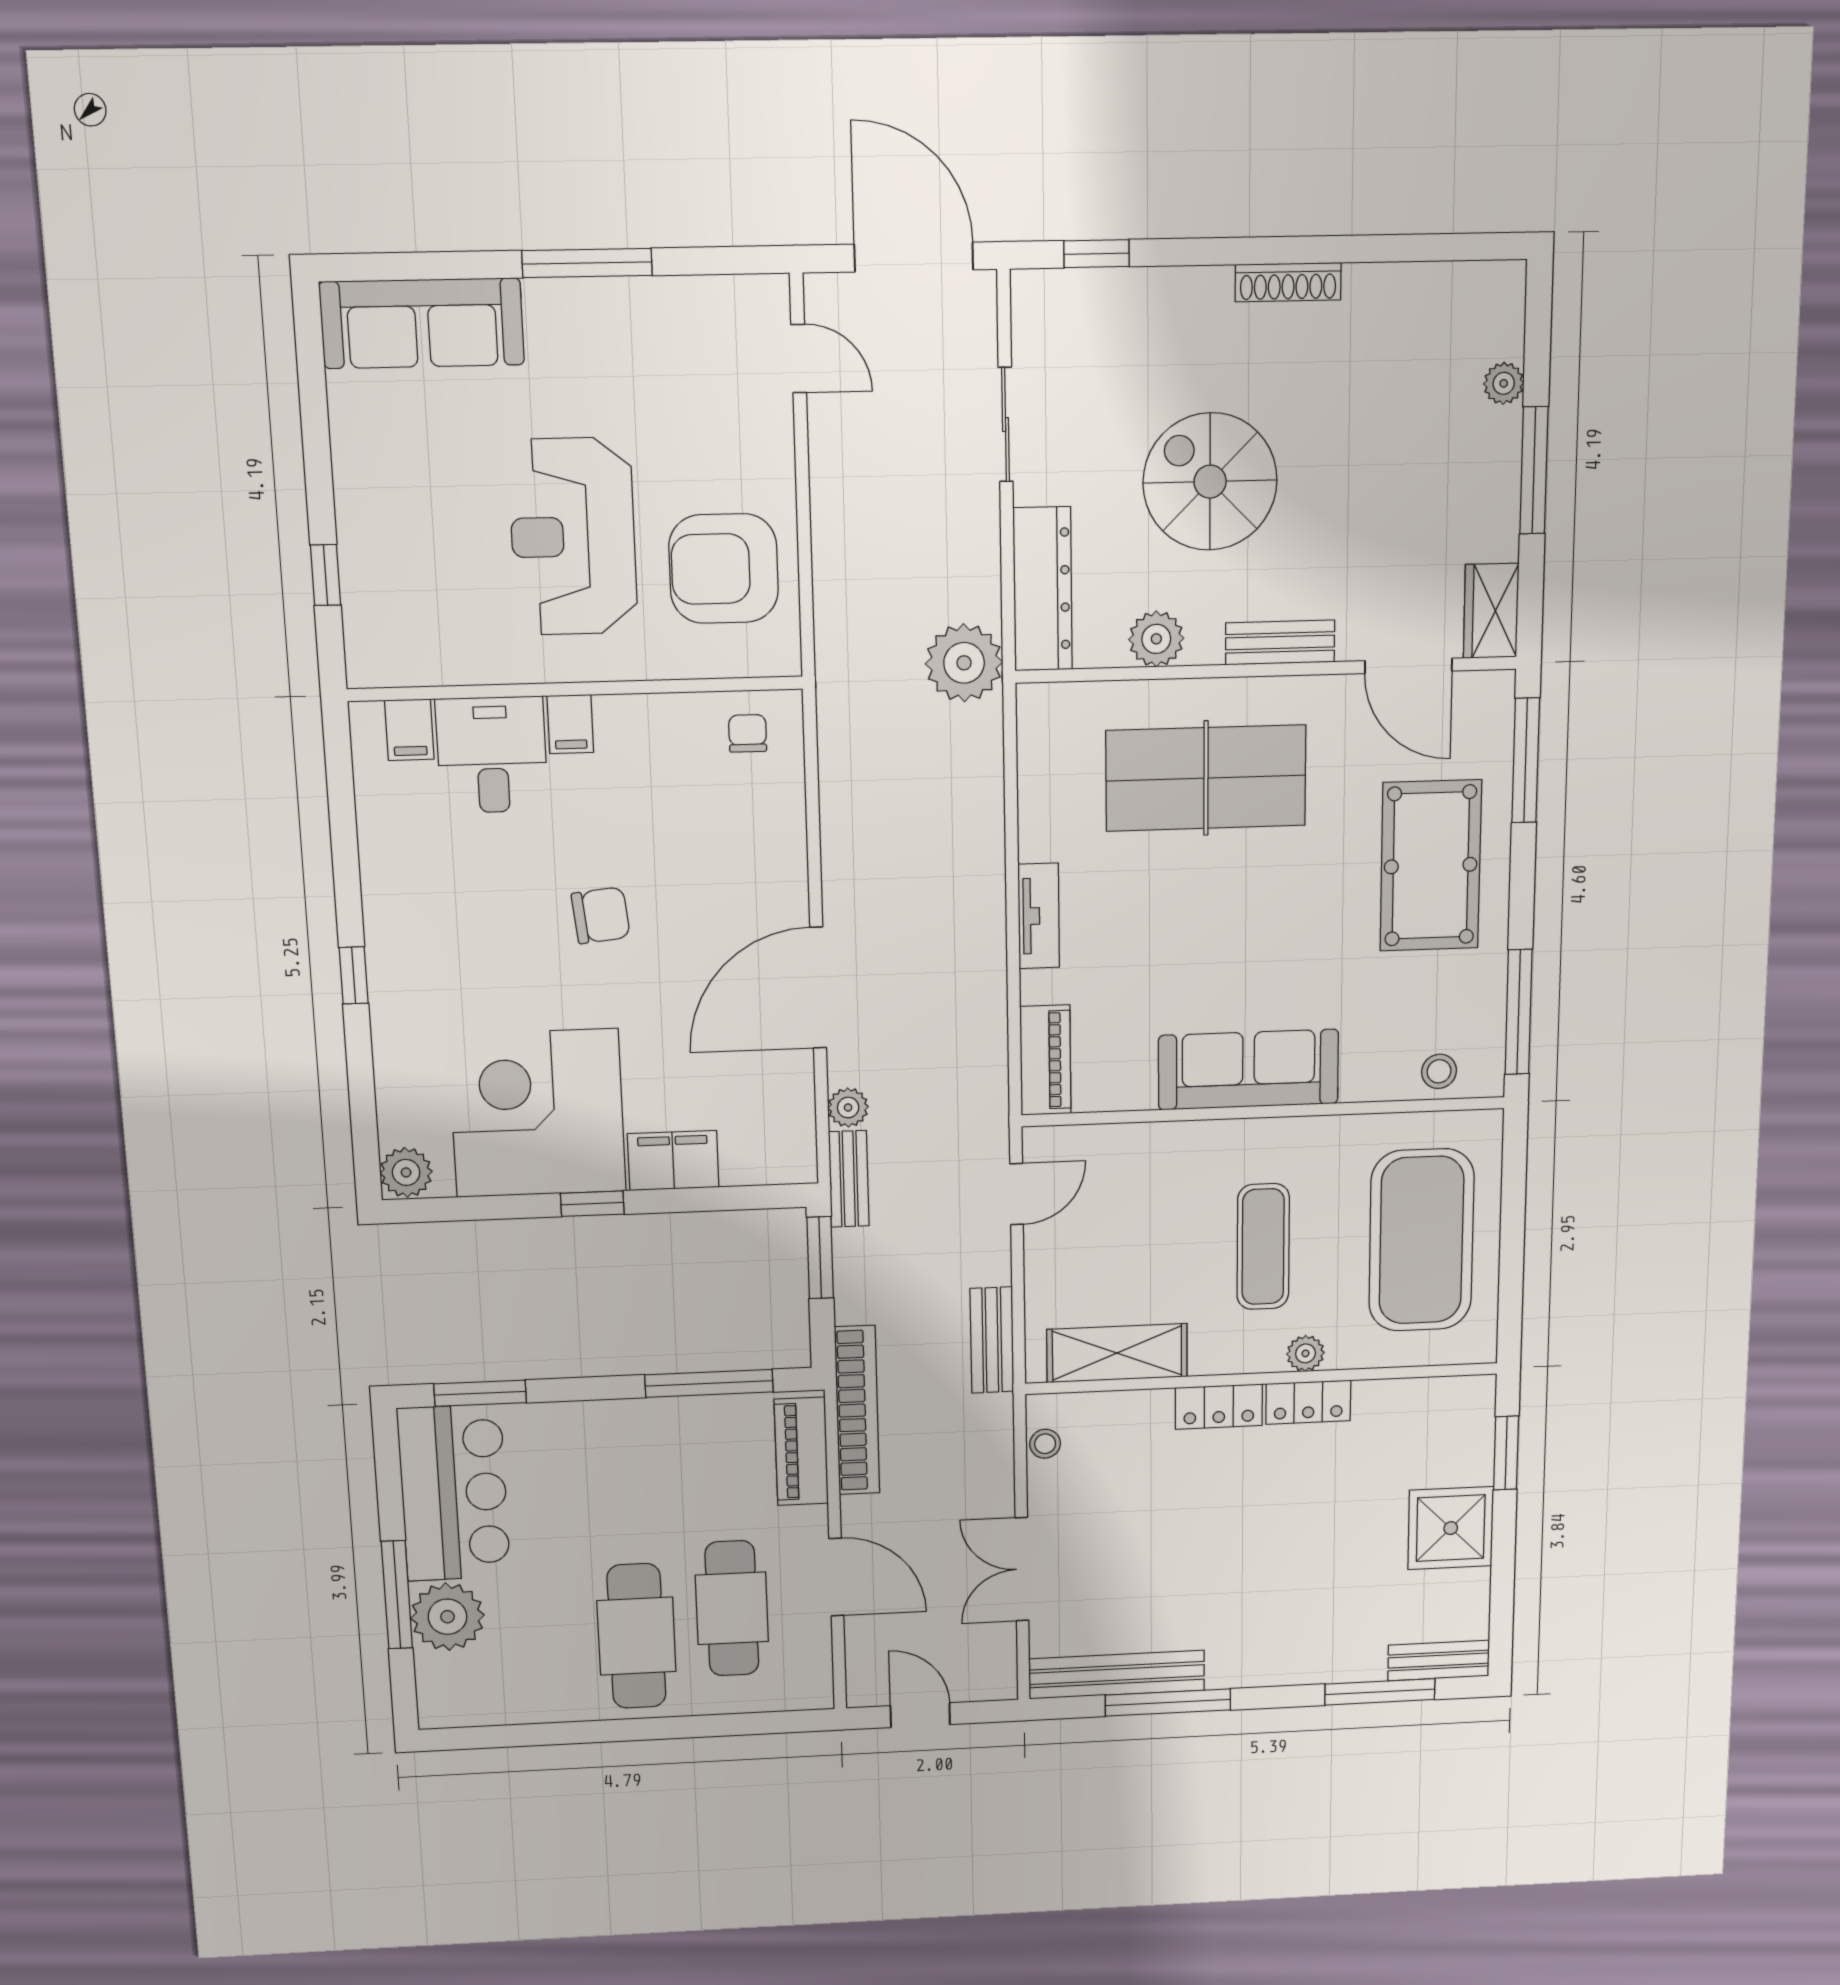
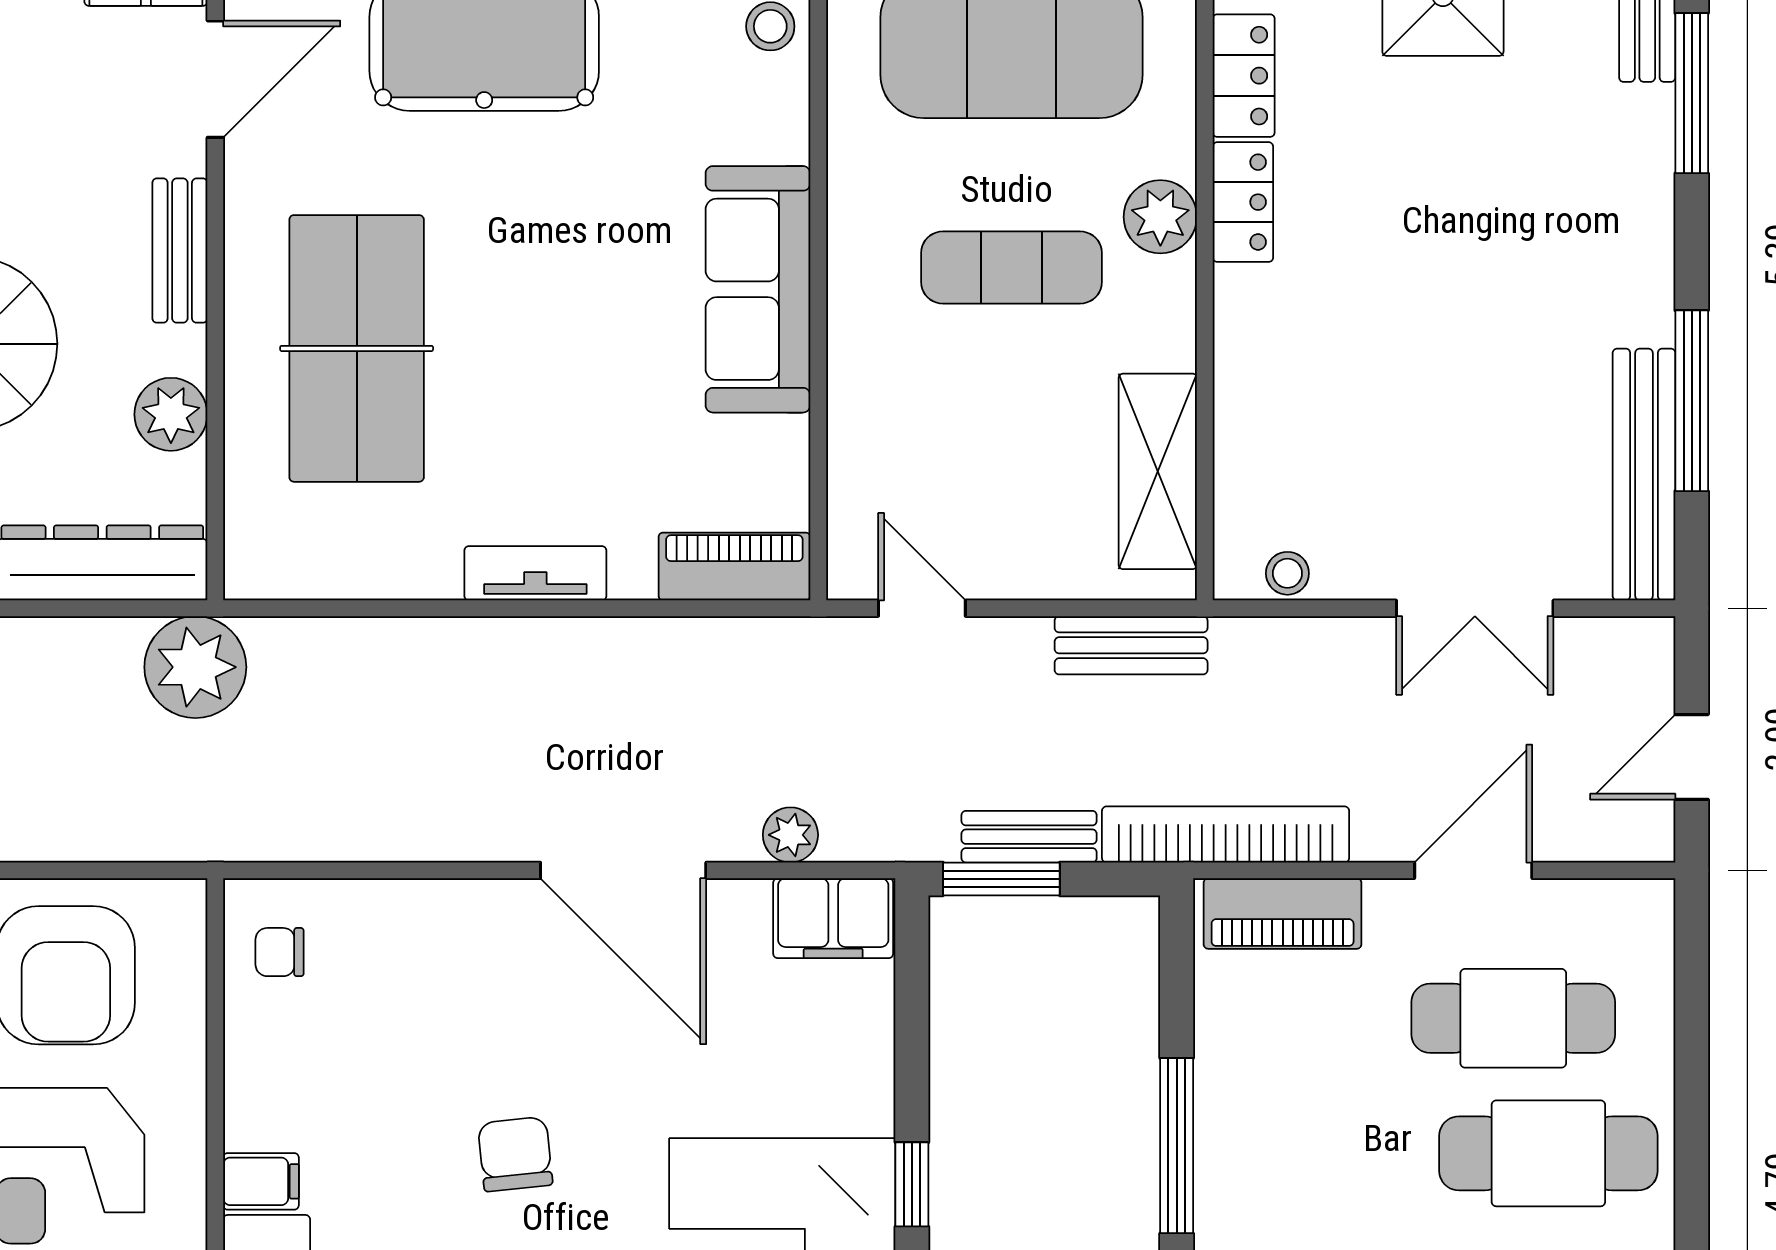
filing cabinet: (673, 1161) -> (833, 918), moved, turned -90
bench: (849, 1179) -> (1029, 837), moved
plant: (1305, 1353) -> (1160, 217), width x1.38, depth x1.38
window: (709, 1383) -> (1177, 1146), moved
locker: (1219, 1407) -> (1244, 76), moved

